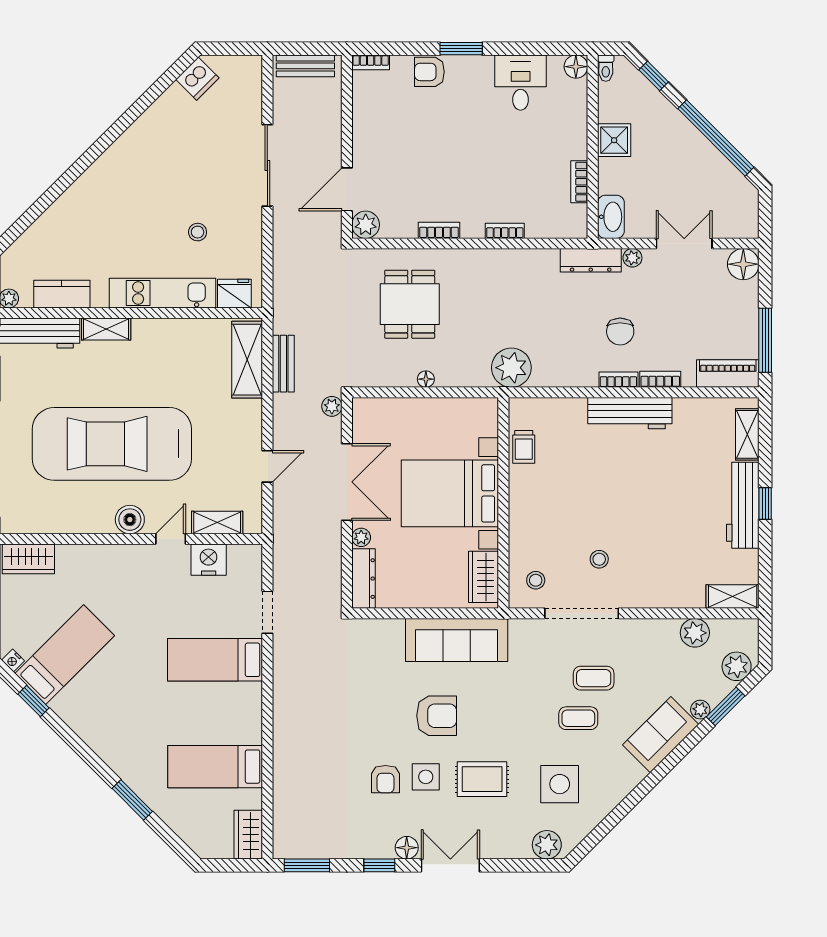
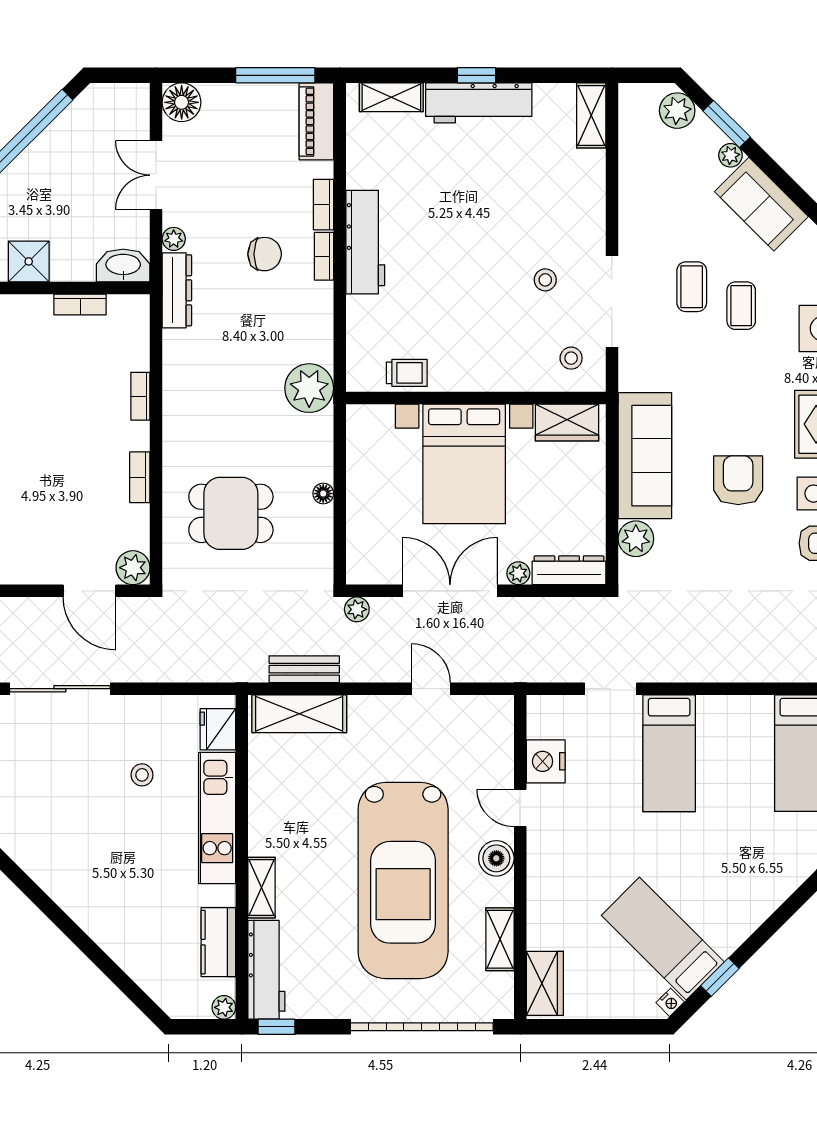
shelving: (217, 522) -> (500, 939), moved
plant: (695, 633) -> (636, 539), moved

